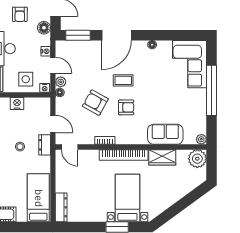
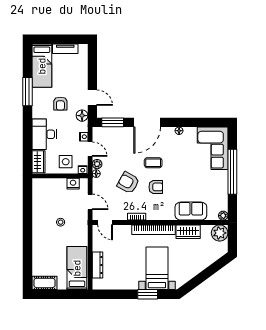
nightstand: (17, 104) -> (73, 184), moved
dresser: (45, 145) -> (83, 221), removed
dresser: (61, 207) -> (97, 265), moved

